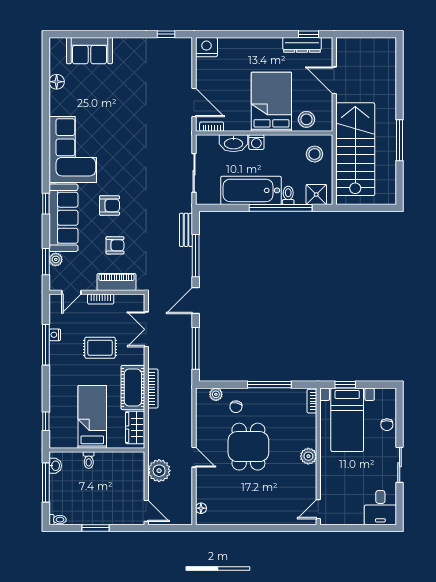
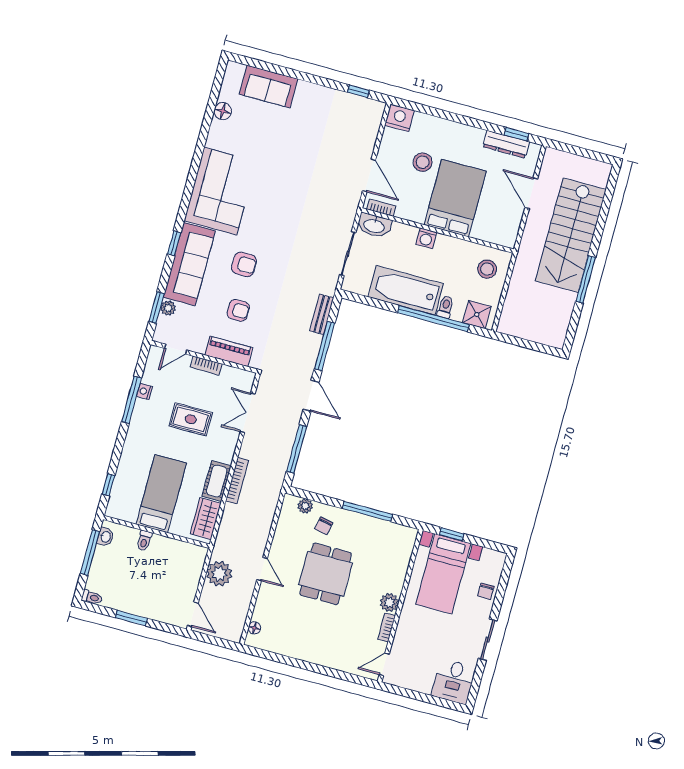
stool: (306, 119) -> (423, 162), moved
washbasin: (233, 143) -> (374, 225), moved
stairs: (355, 149) -> (571, 235), moved, turned 180
door: (196, 300) -> (311, 396), swing flipped
cot: (133, 388) -> (217, 481), width x0.73, depth x0.75
bookcase: (312, 401) -> (387, 627), moved

